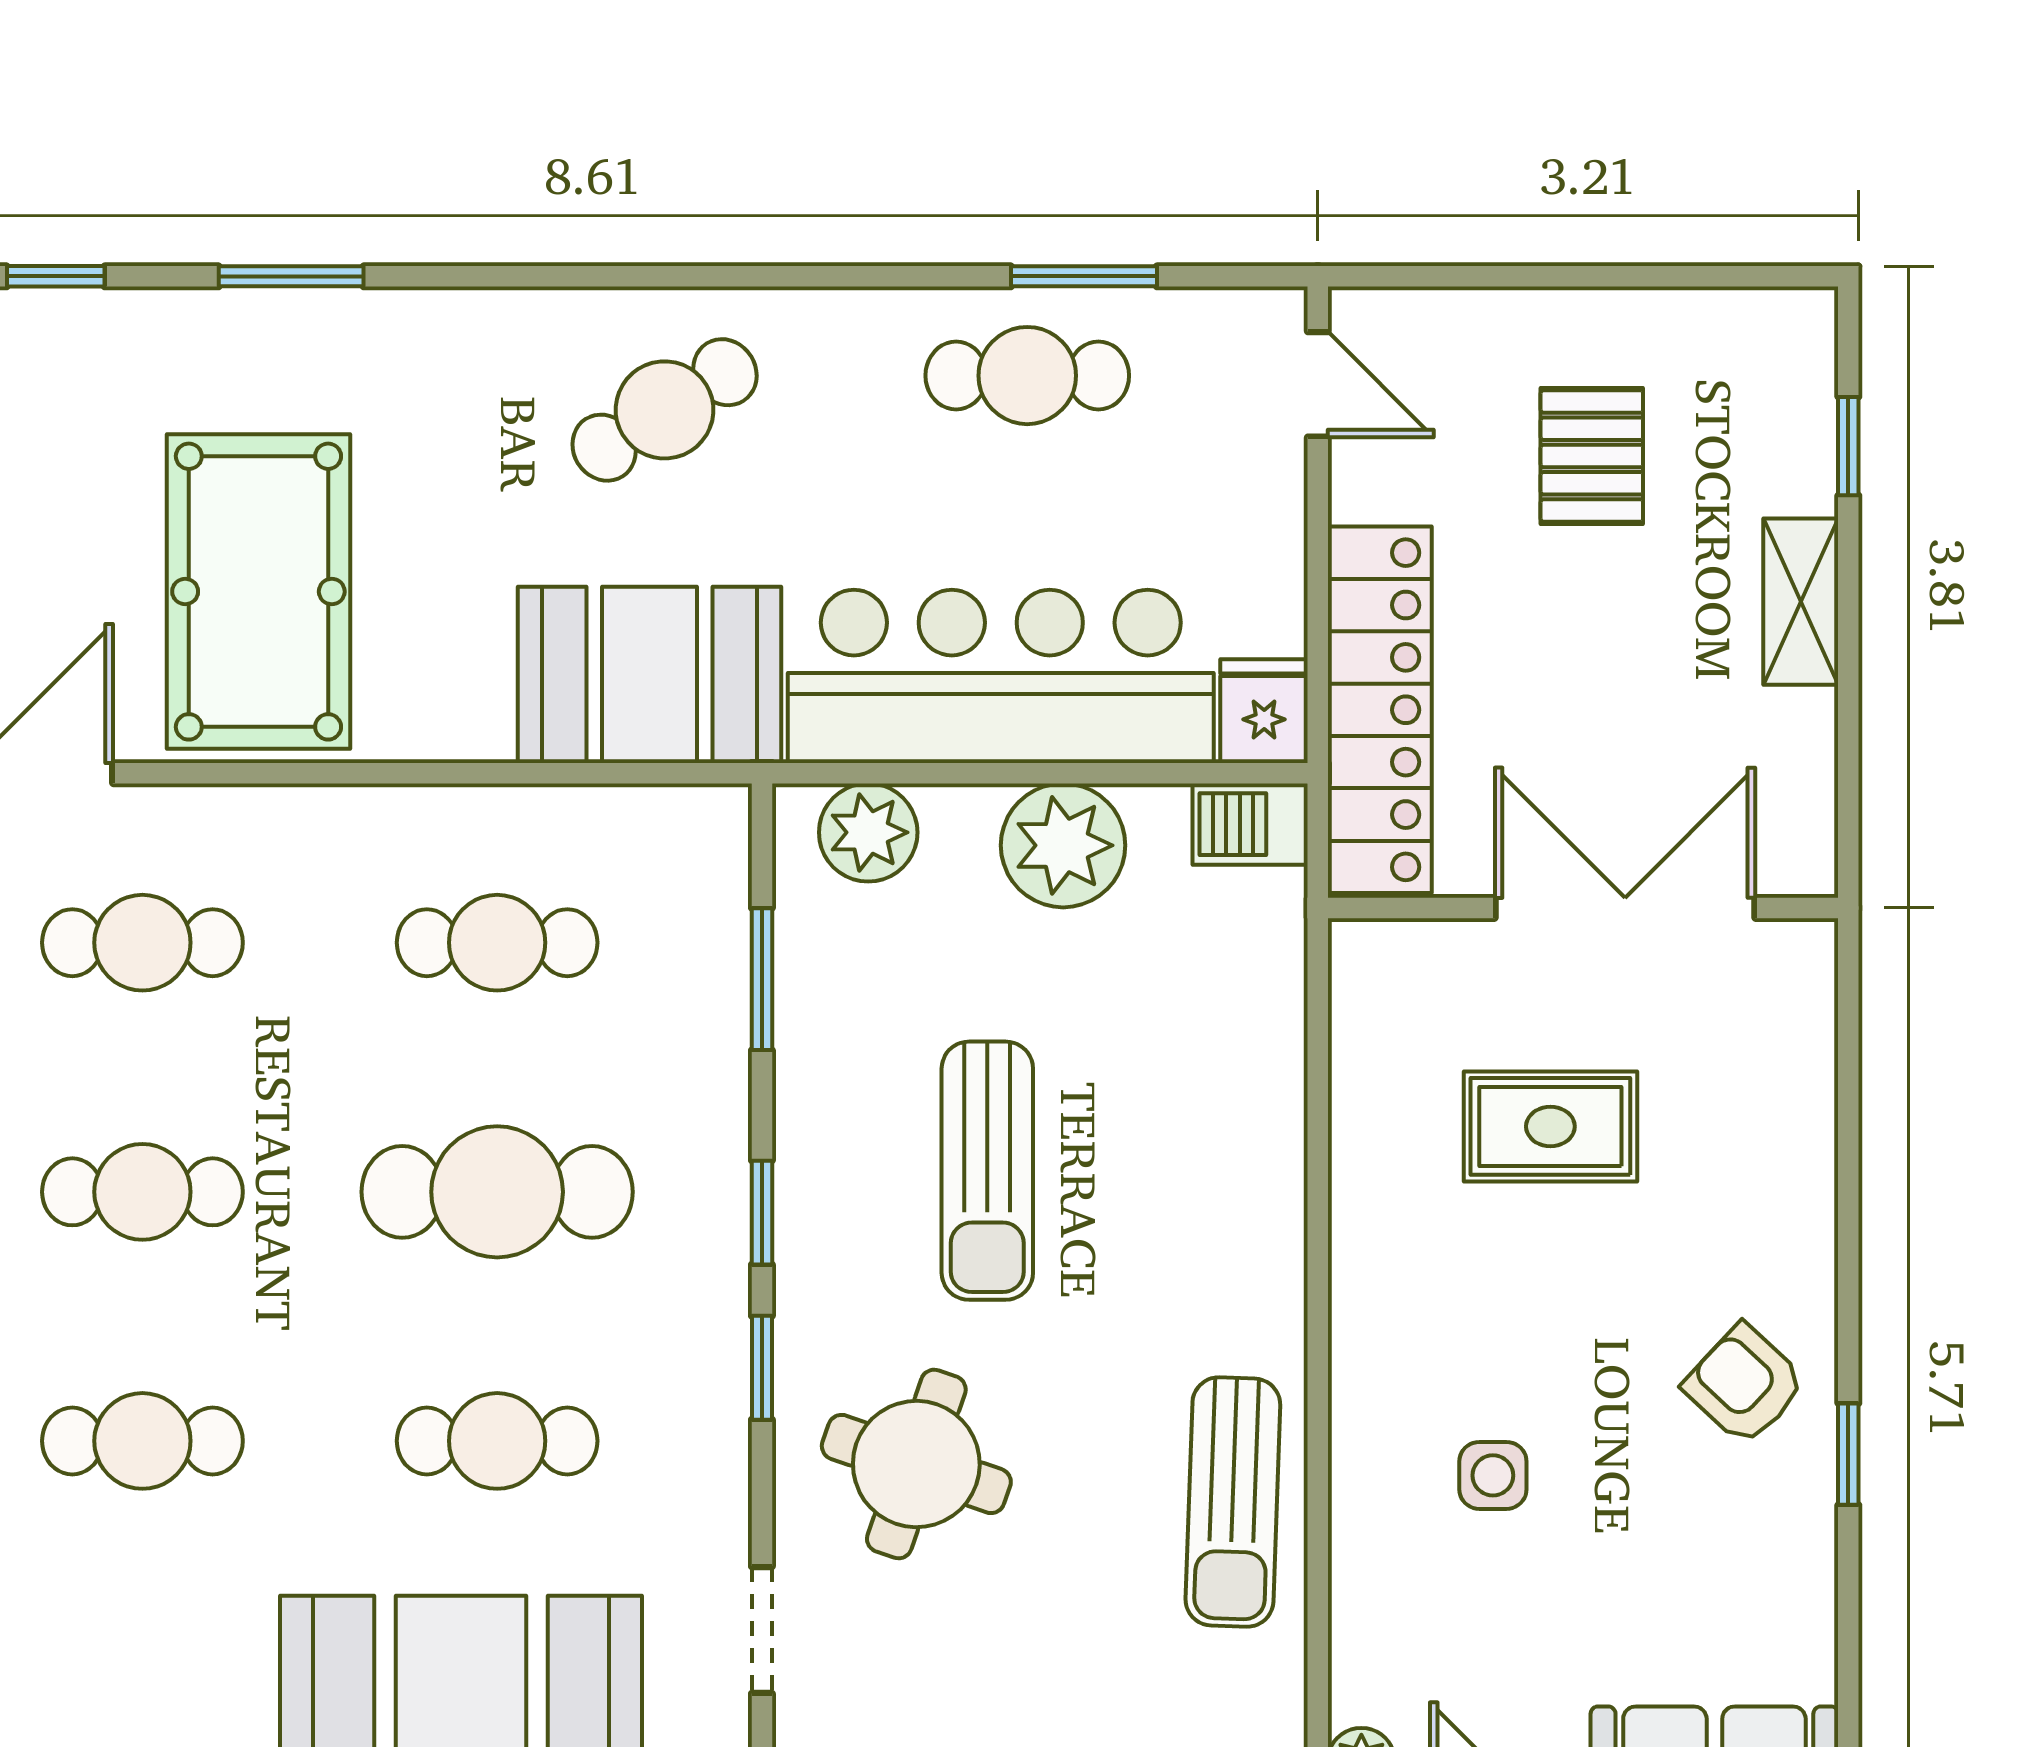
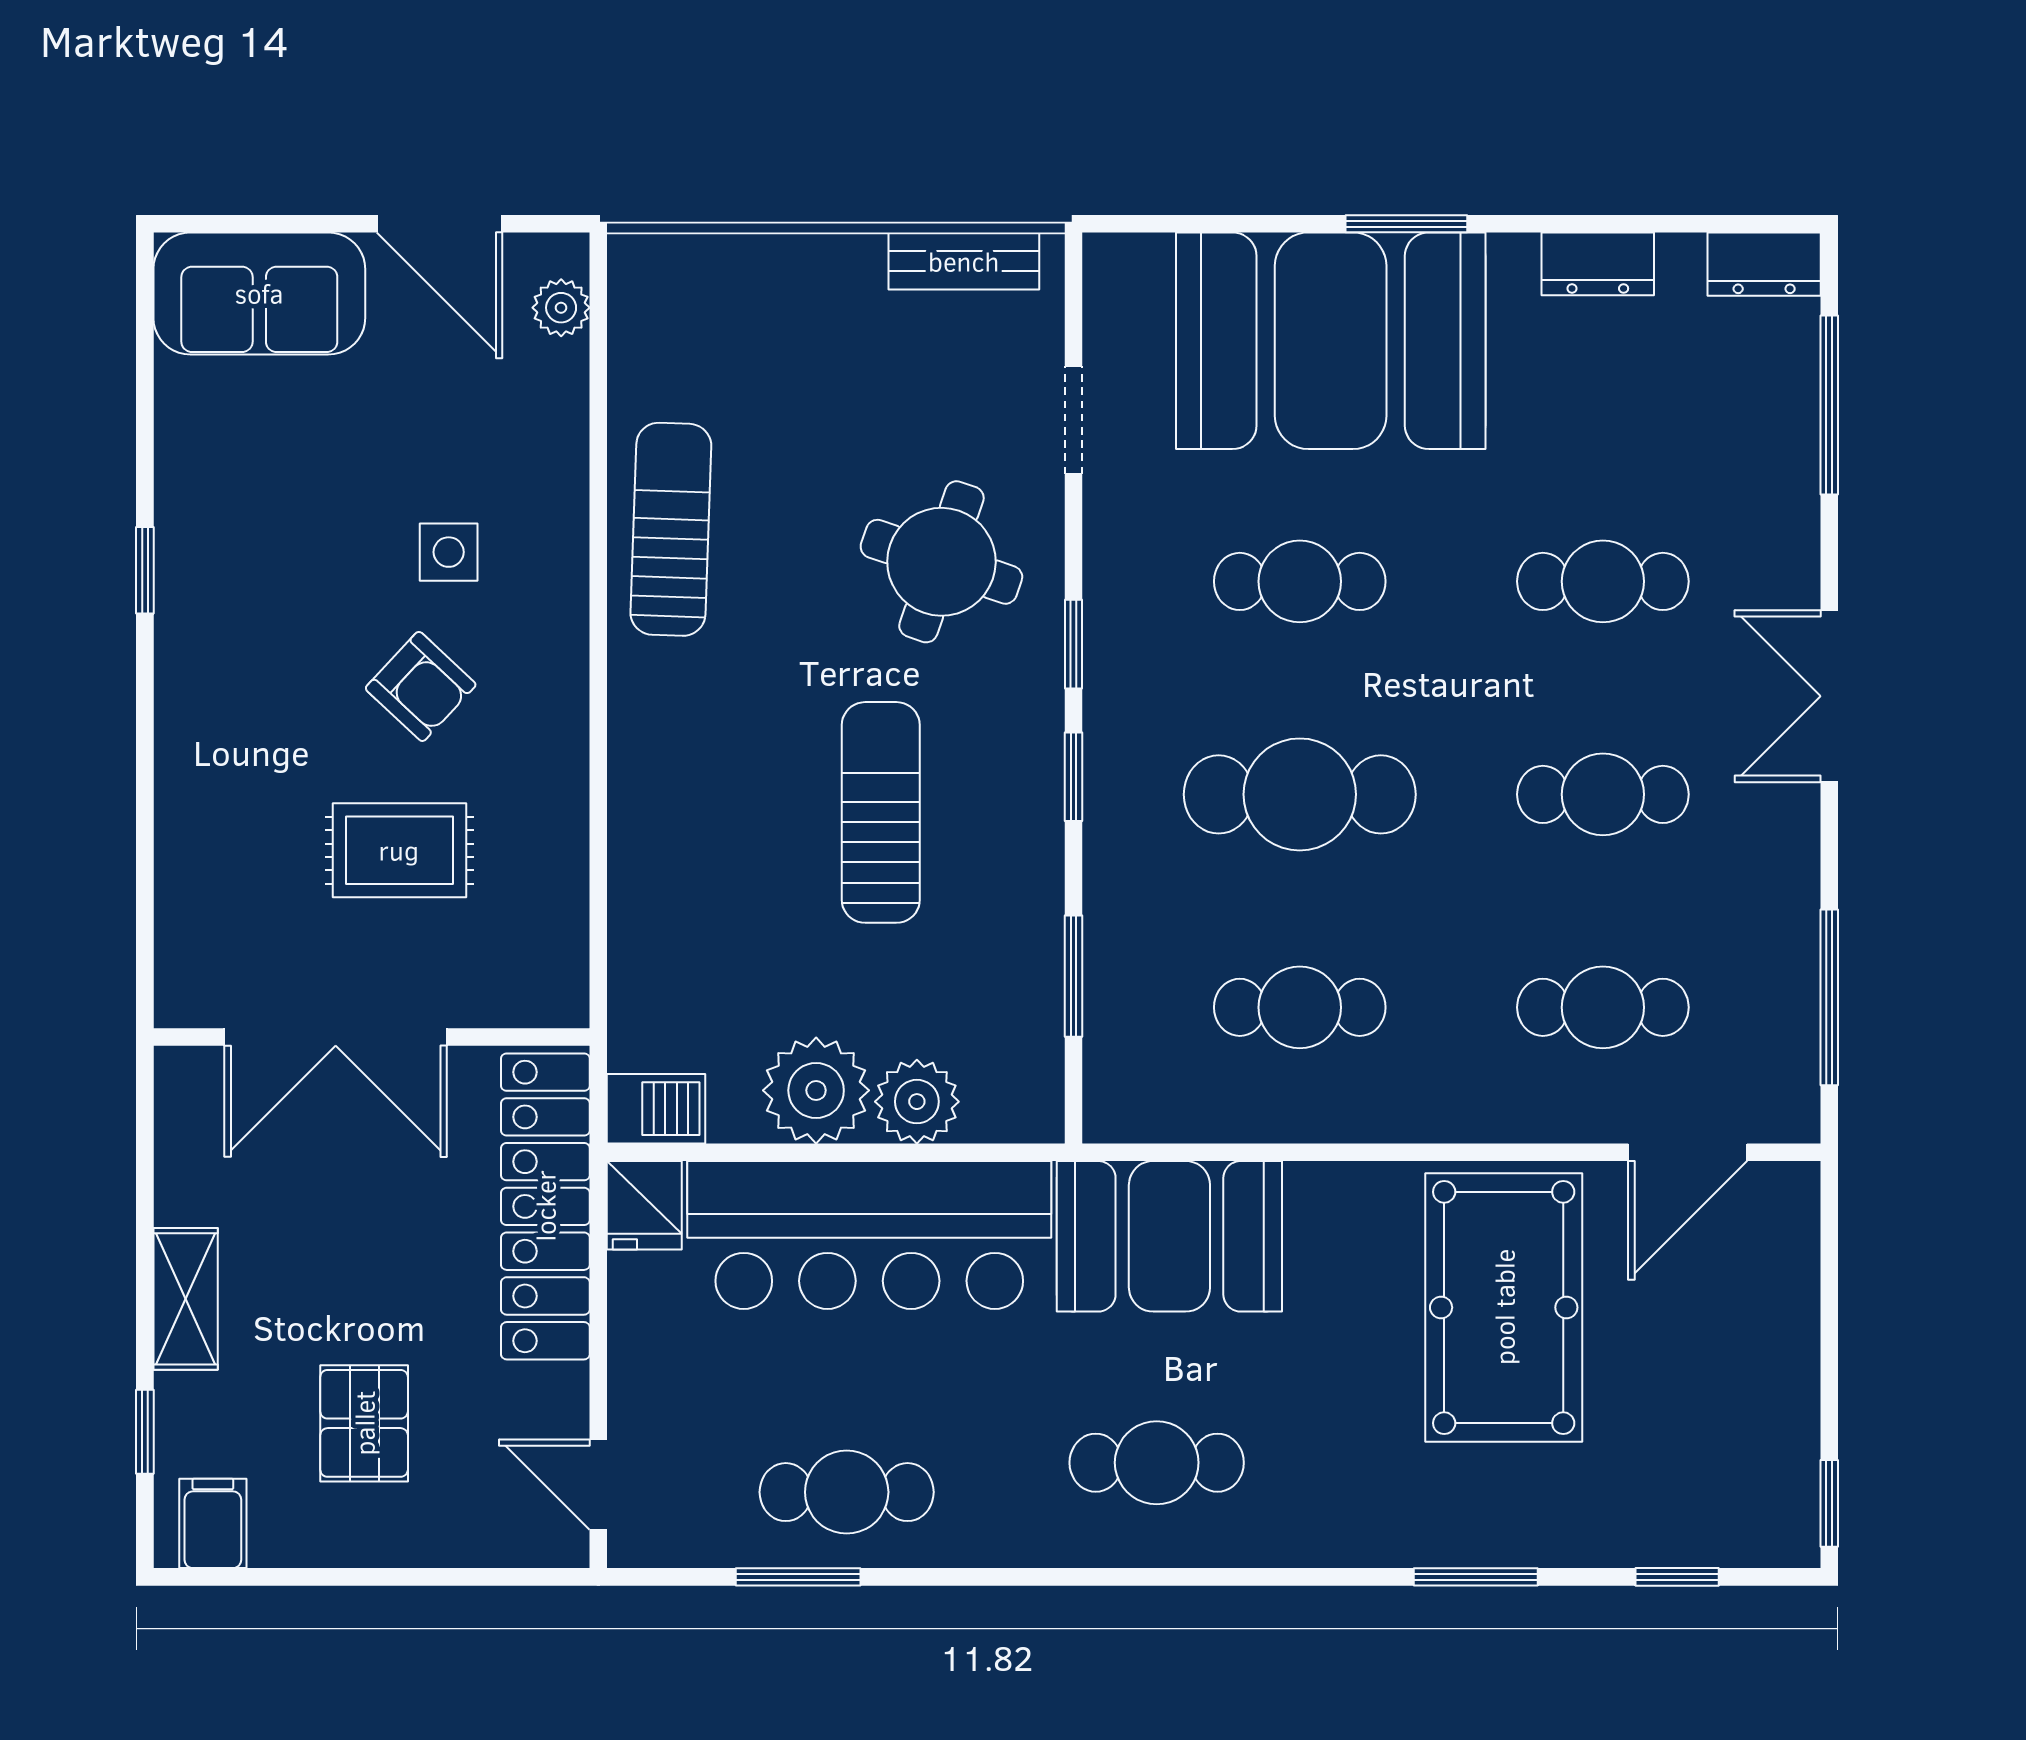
filing cabinet: (1769, 339) -> (213, 1523), added
cafe table: (665, 410) -> (1157, 1463), turned 32
plant: (868, 832) -> (917, 1102), moved
armchair: (1745, 1385) -> (421, 686), moved

